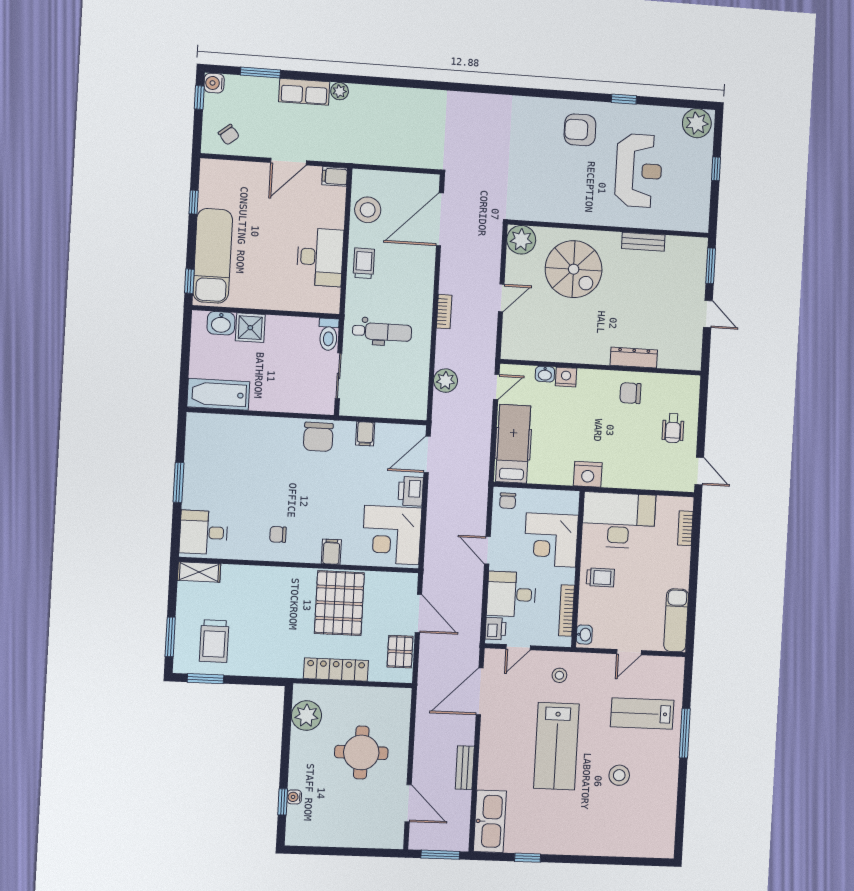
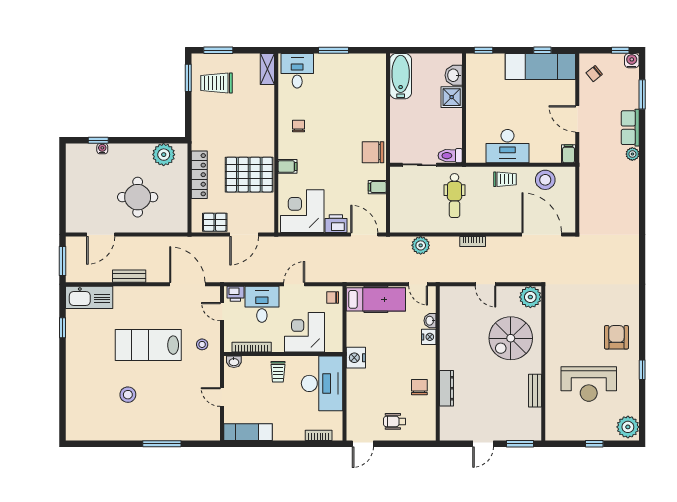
exam couch: (213, 256) -> (540, 66), moved
lab bench: (642, 713) -> (176, 410), removed

